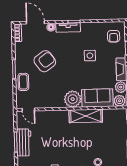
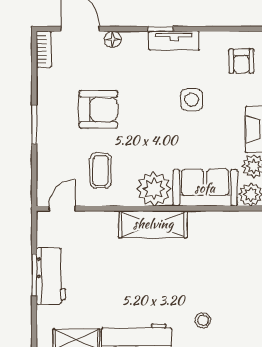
tv unit: (68, 27) -> (174, 41), moved
armchair: (45, 61) -> (98, 109), turned 36
coffee table: (23, 82) -> (101, 171), moved
door: (28, 110) -> (62, 208), swing flipped
shelving: (86, 116) -> (153, 224), moved

